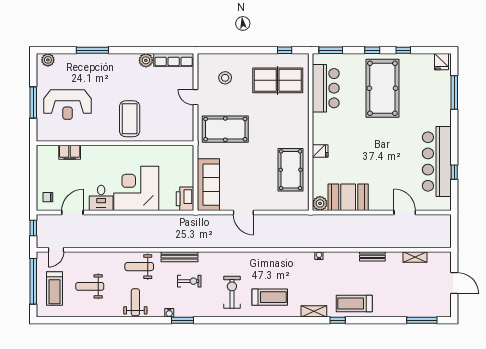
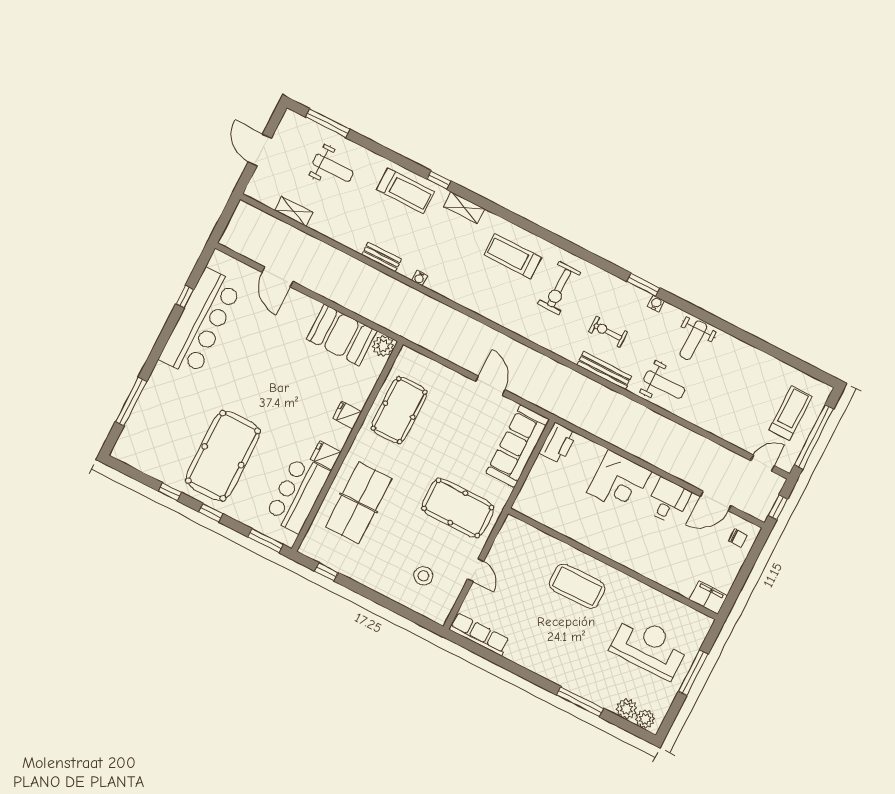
plant: (146, 60) -> (627, 709), moved
fridge: (442, 62) -> (326, 456), moved, turned -90
table tennis table: (278, 80) -> (359, 503), moved, turned 90
coffee table: (130, 119) -> (577, 586), turned 90
filing cabinet: (70, 152) -> (708, 597), moved
corner desk: (136, 188) -> (619, 482), width x0.74, depth x0.74
bench: (372, 256) -> (382, 257), moved
weight bench: (90, 286) -> (333, 168), moved

